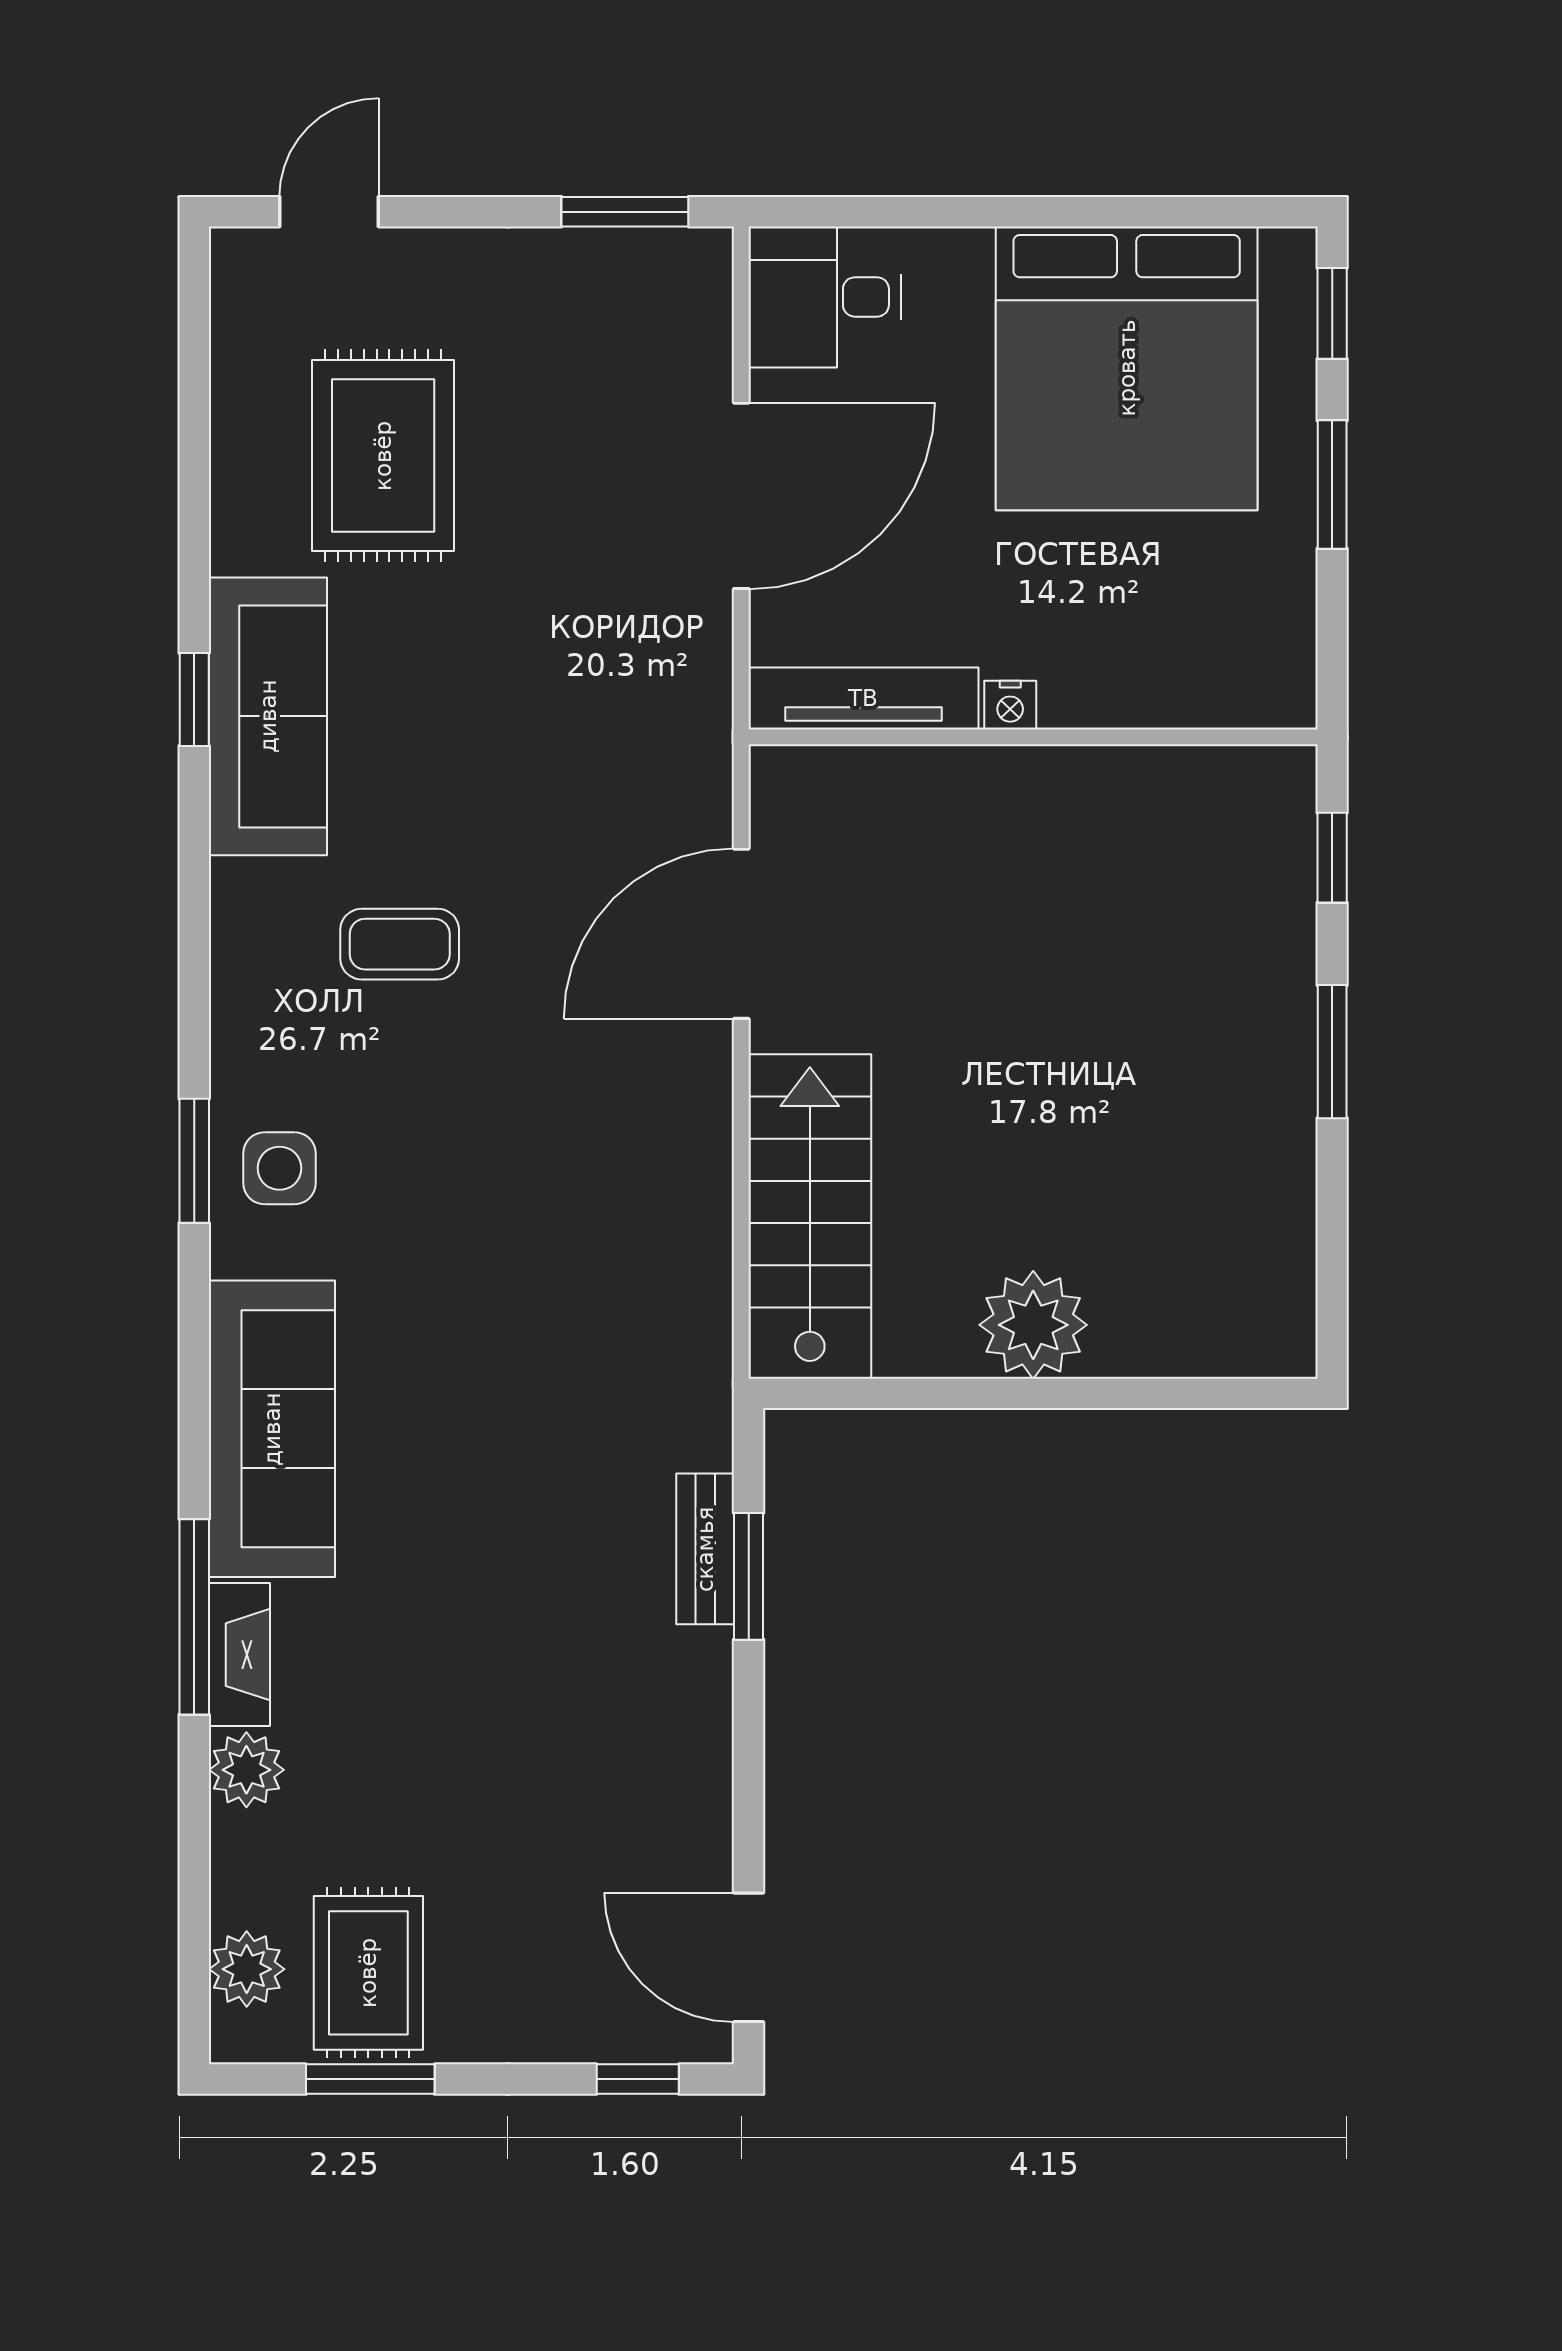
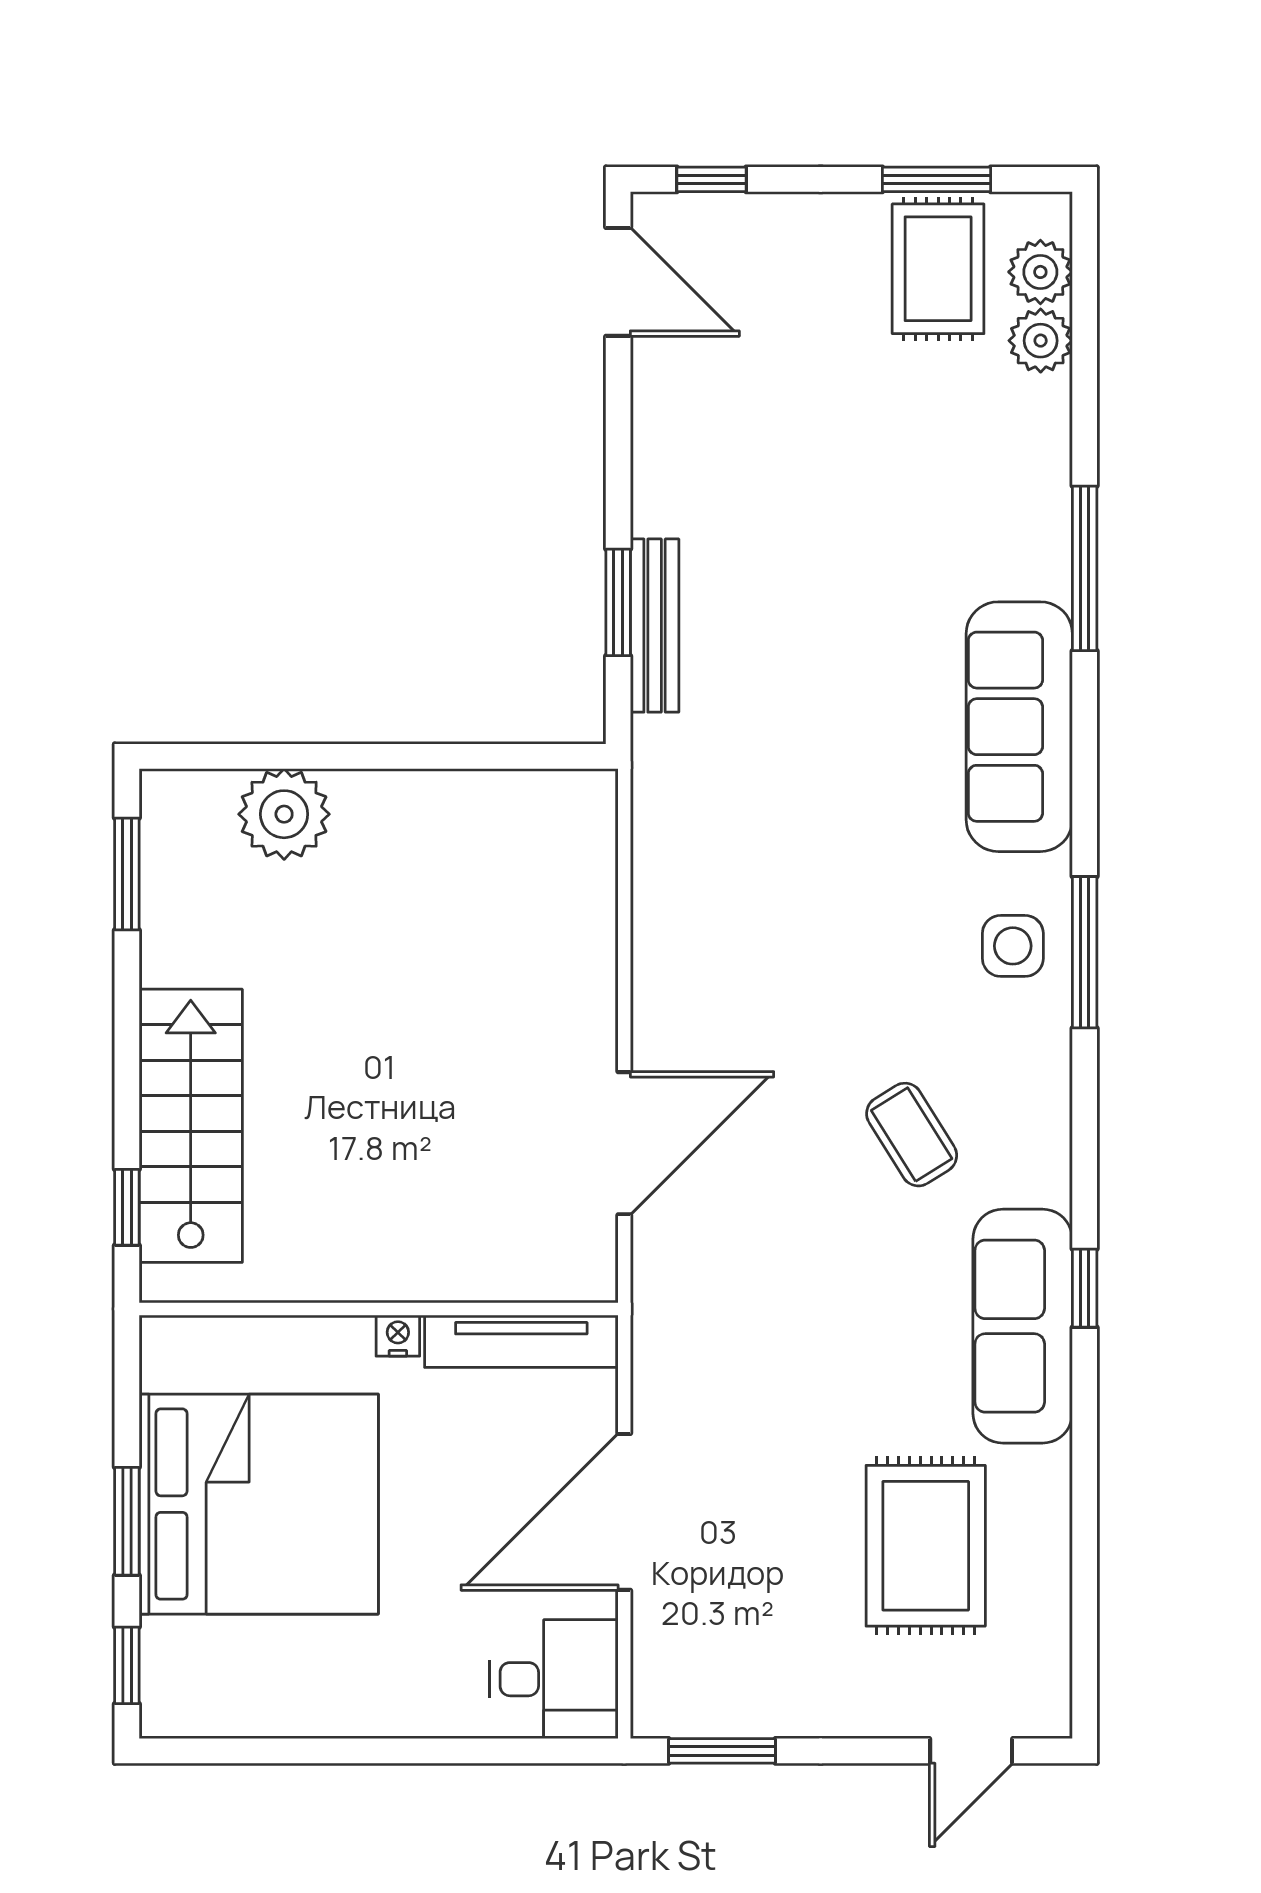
bed: (1127, 368) -> (259, 1504), moved, turned 90
window: (194, 699) -> (1085, 1288), moved
coffee table: (400, 944) -> (912, 1135), turned 58
window: (1332, 1052) -> (127, 874), moved
window: (194, 1161) -> (1085, 952), width x1.44
stairs: (810, 1216) -> (191, 1126), moved, turned 180
plant: (1033, 1325) -> (284, 814), moved
bench: (705, 1549) -> (655, 626), width x1.36
fireplace: (239, 1655) -> (1047, 537), removed
plant: (246, 1770) -> (1041, 341), moved

